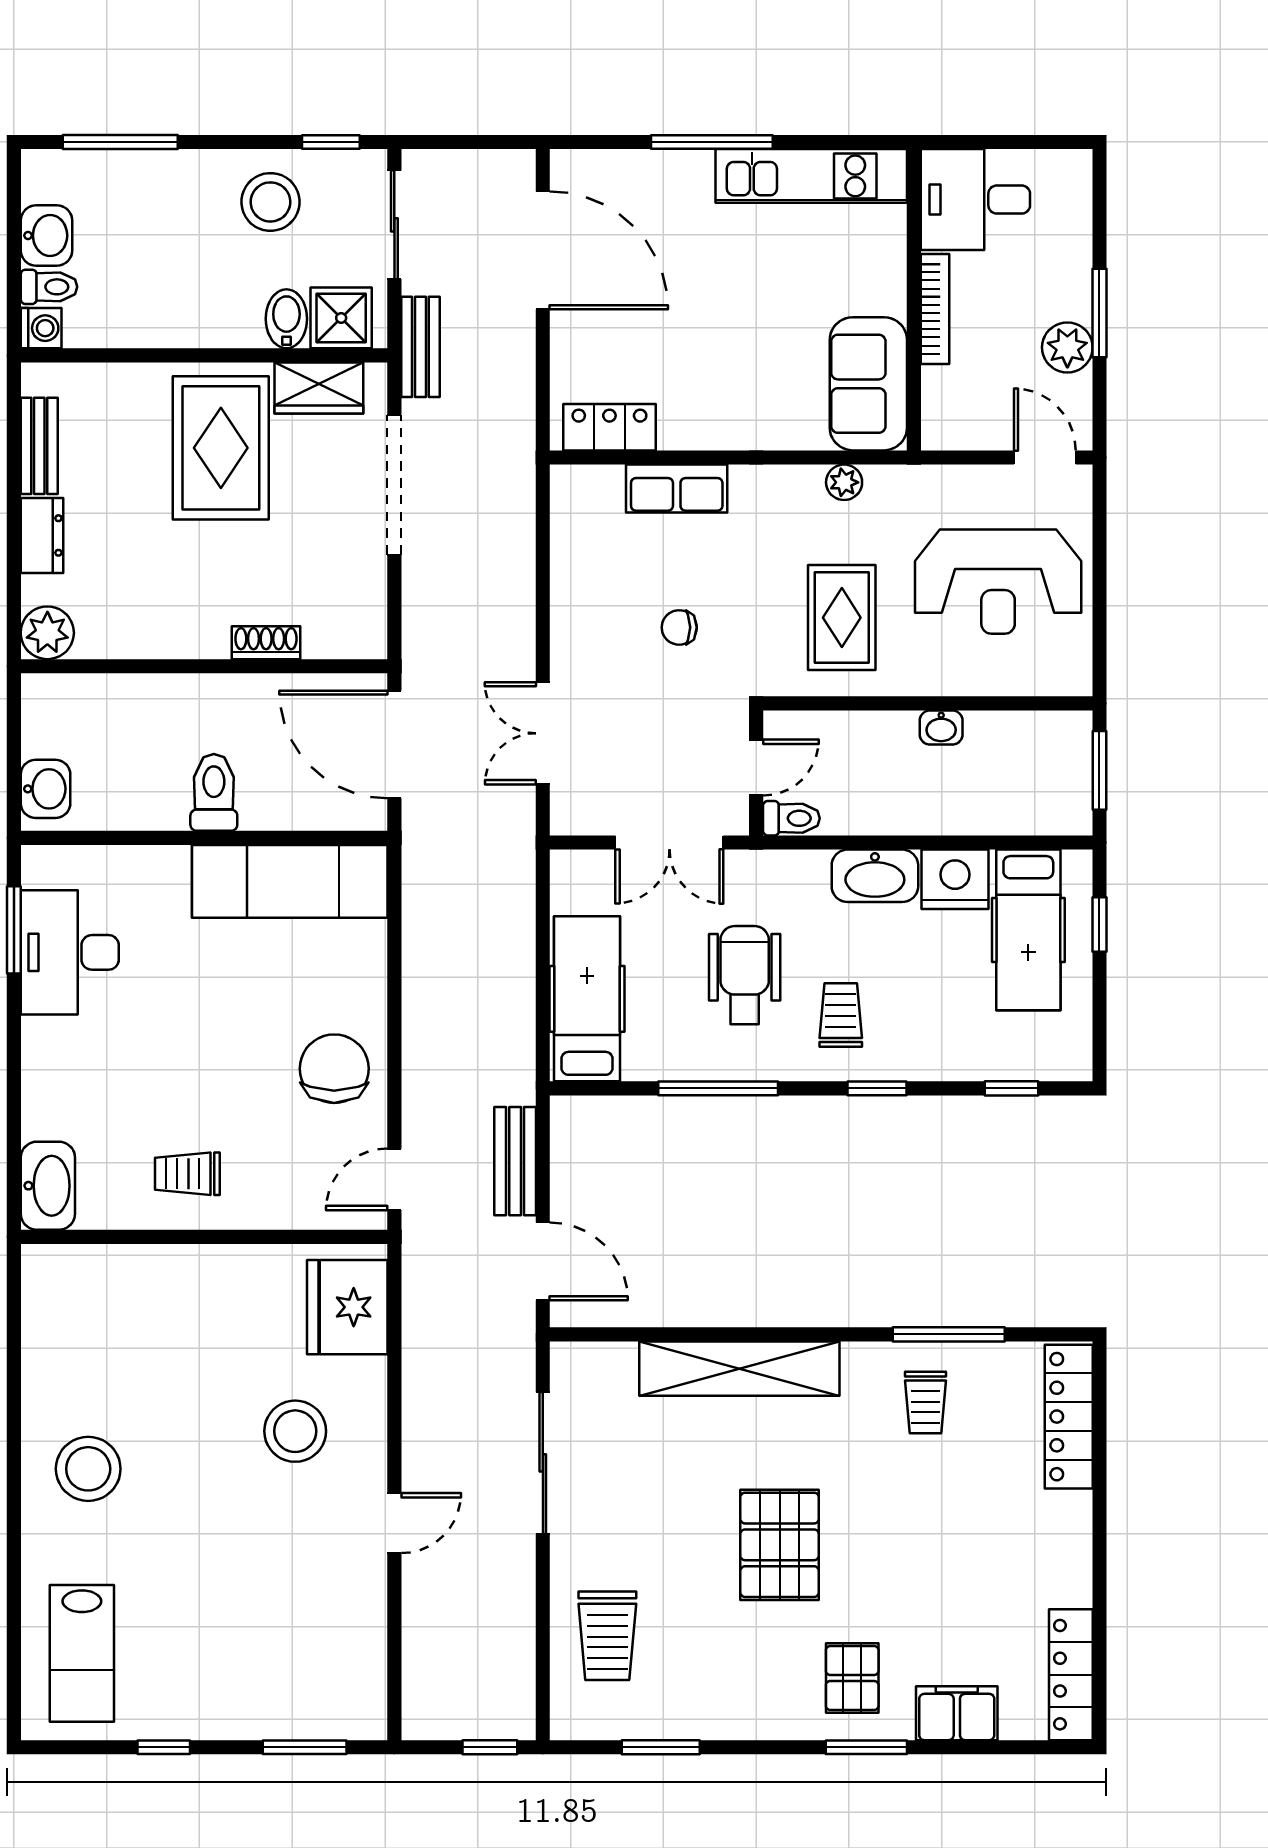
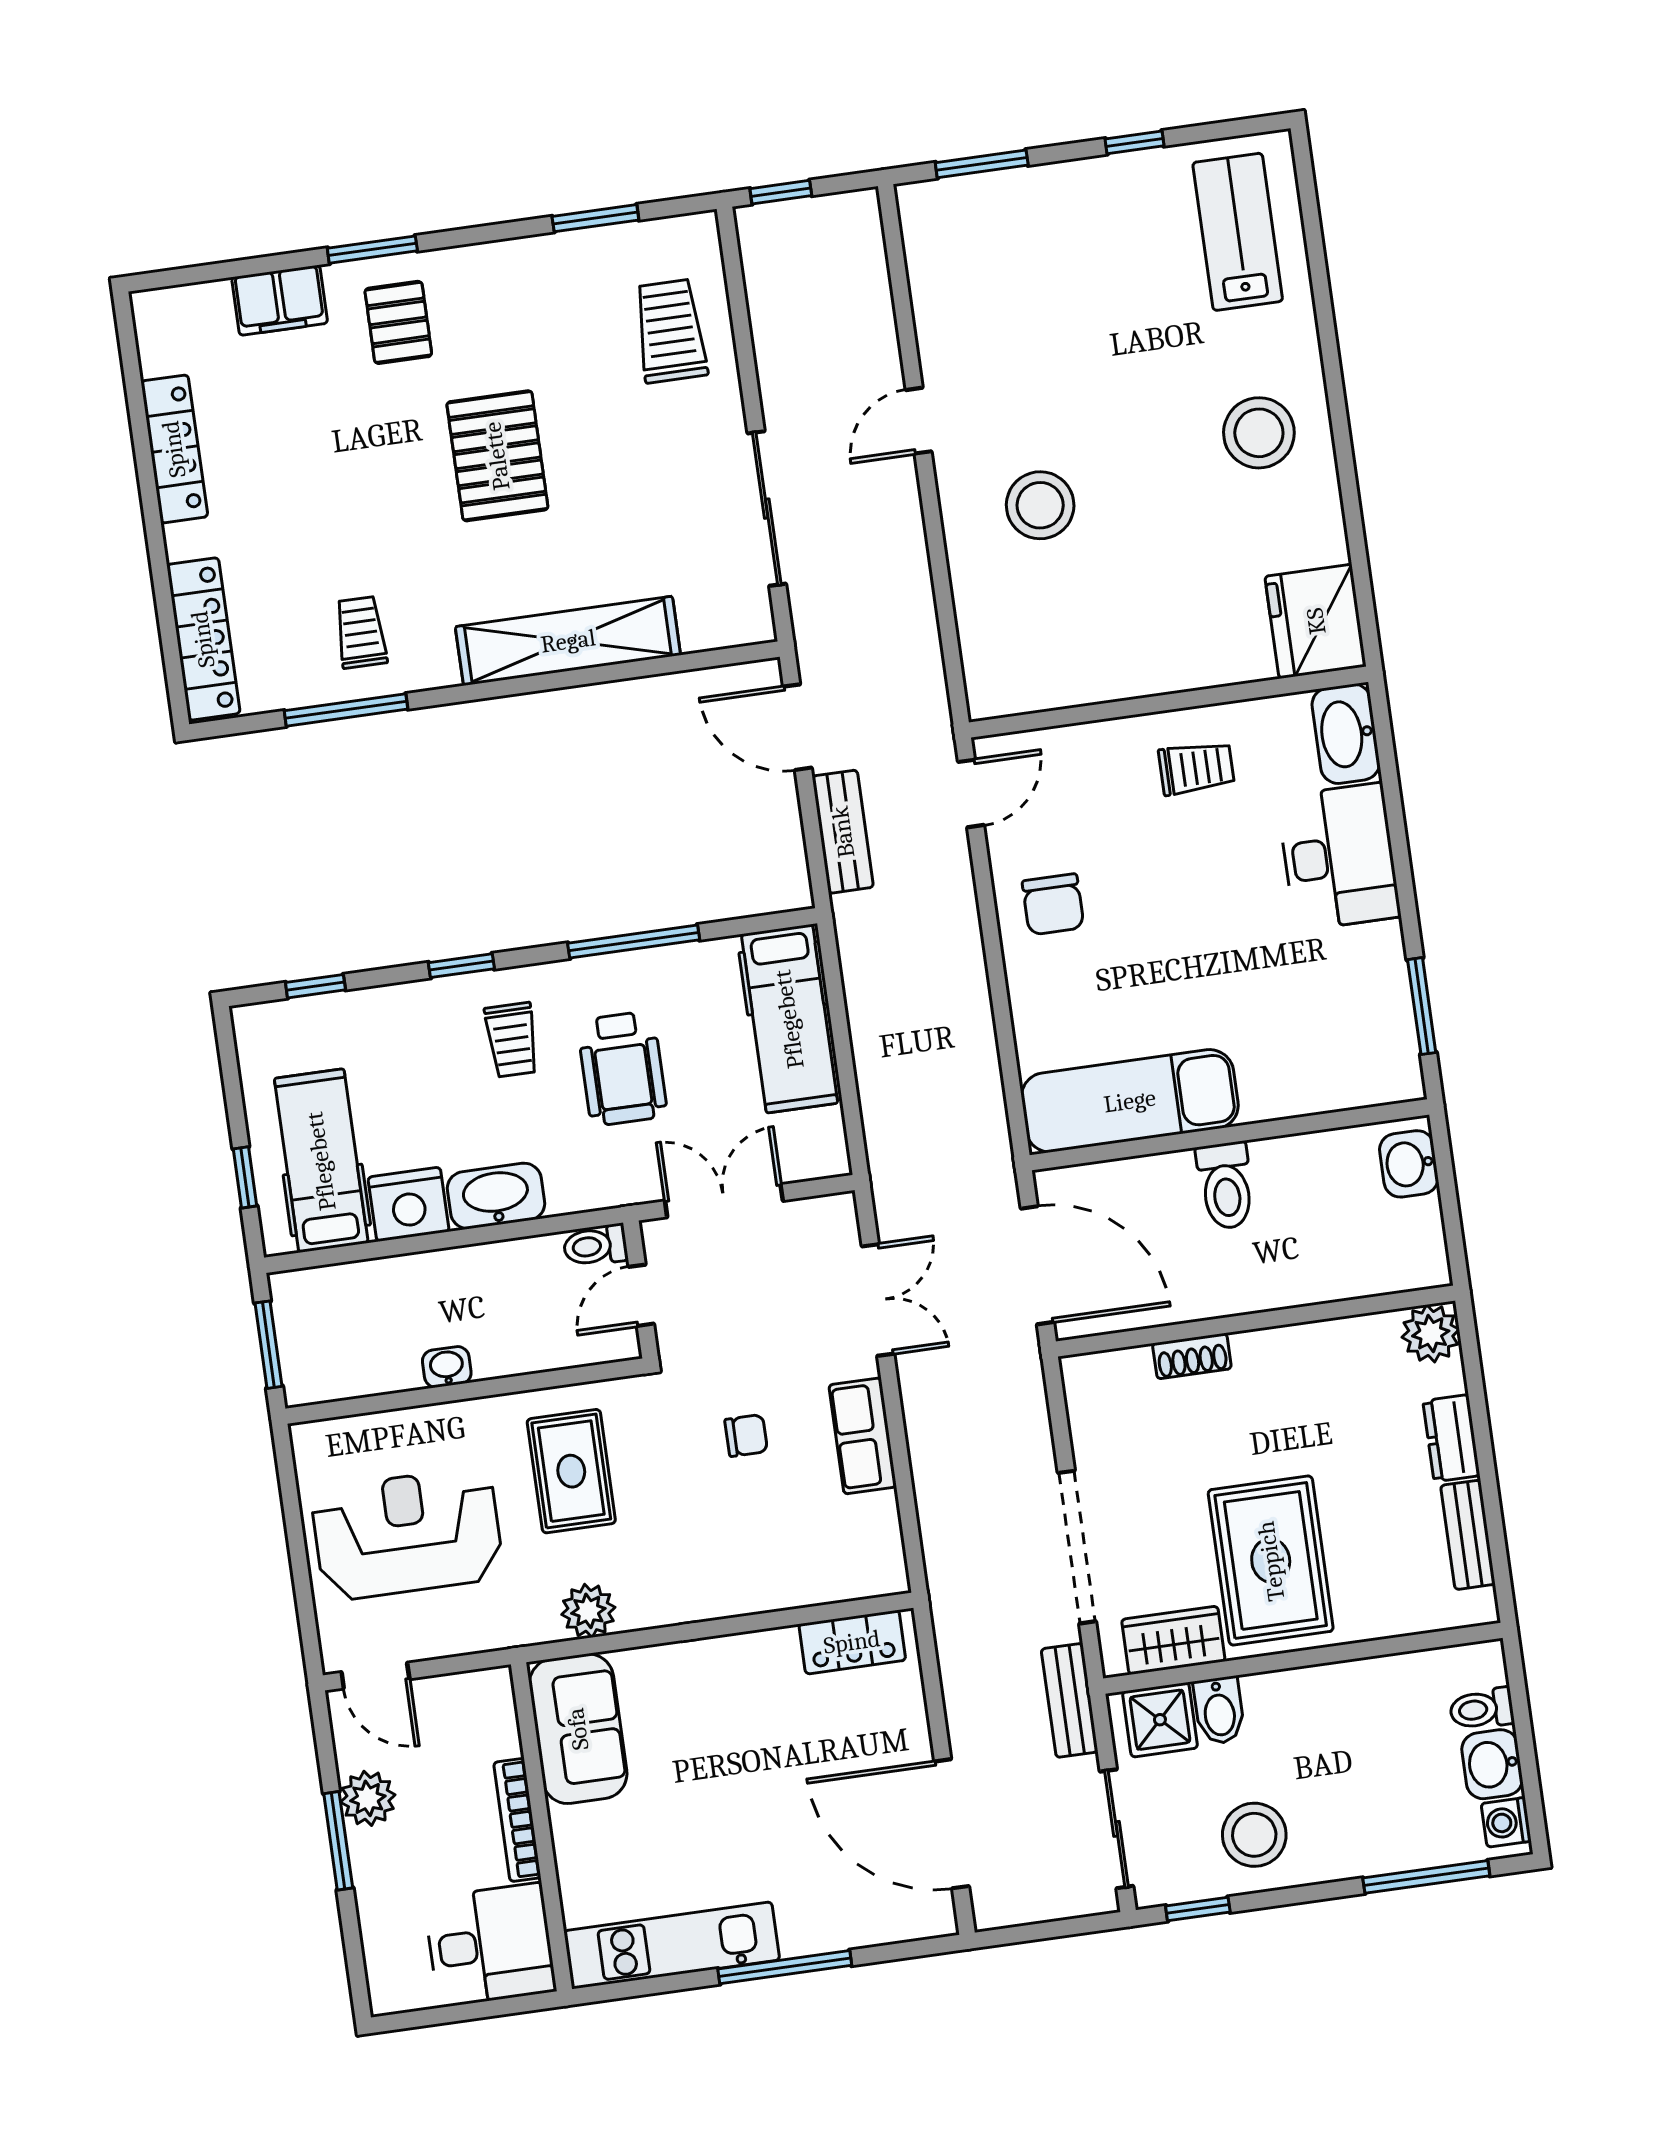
washing machine: (41, 328) -> (1506, 1822), moved
plant: (844, 482) -> (588, 1611), width x1.38, depth x1.38
row of seats: (677, 489) -> (863, 1436), moved, turned -90
desk: (70, 952) -> (1339, 857), moved
chair: (334, 1069) -> (1053, 904), width x0.73, depth x0.73
fridge: (347, 1307) -> (1316, 621), moved, turned 180
locker: (1071, 1675) -> (174, 449), moved

